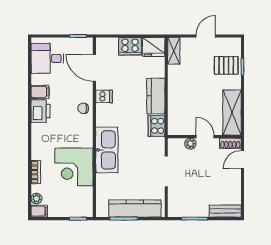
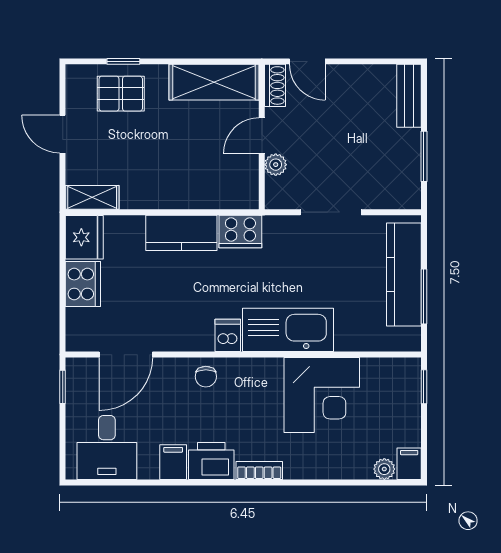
pallet: (226, 65) -> (121, 94), turned 90
dishwasher: (104, 97) -> (228, 335), moved
bookcase: (36, 172) -> (259, 470), moved

